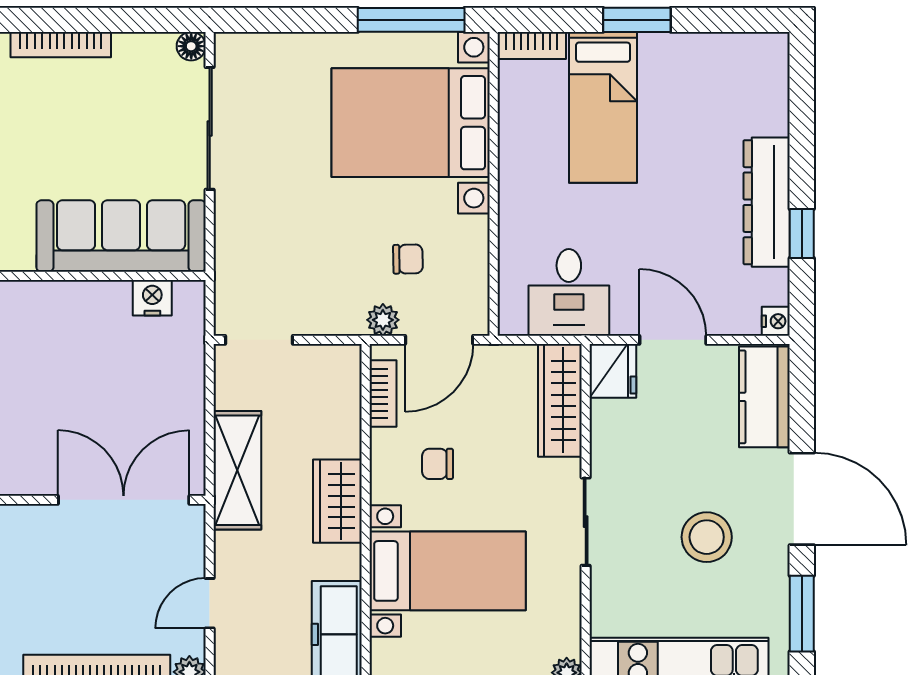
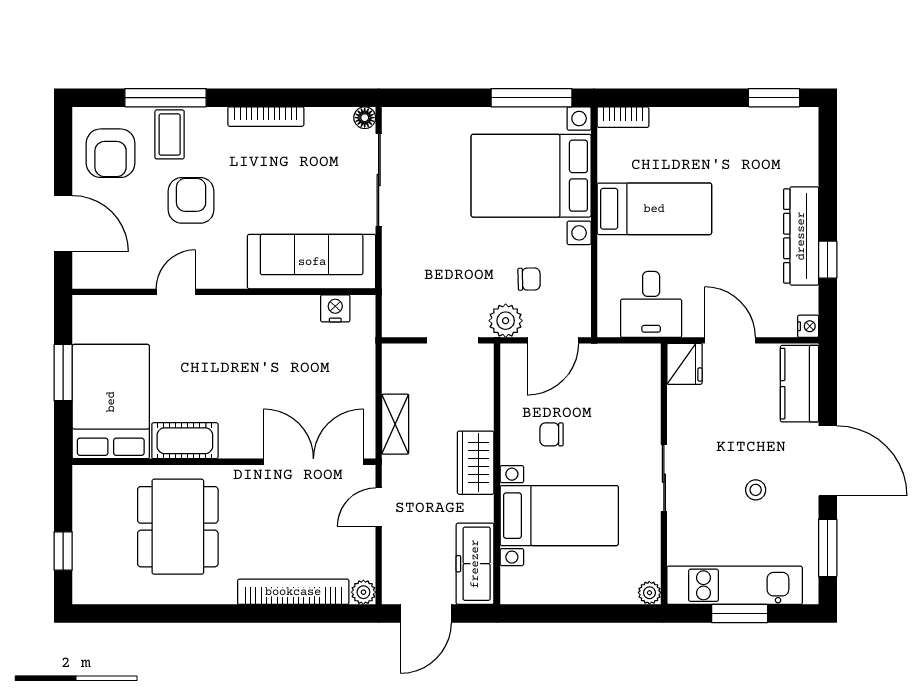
window: (637, 20) -> (774, 98), moved
bed: (603, 107) -> (654, 209), moved, turned -90
plant: (383, 320) -> (506, 321), width x1.38, depth x1.38
doorway: (259, 340) -> (453, 340), moved
bookcase: (383, 394) -> (510, 381), removed
wardrobe: (560, 400) -> (644, 386), removed
shelving: (237, 470) -> (395, 424), width x0.67, depth x0.75
stool: (707, 537) -> (756, 490), width x0.53, depth x0.53
door: (210, 603) -> (379, 507), moved

